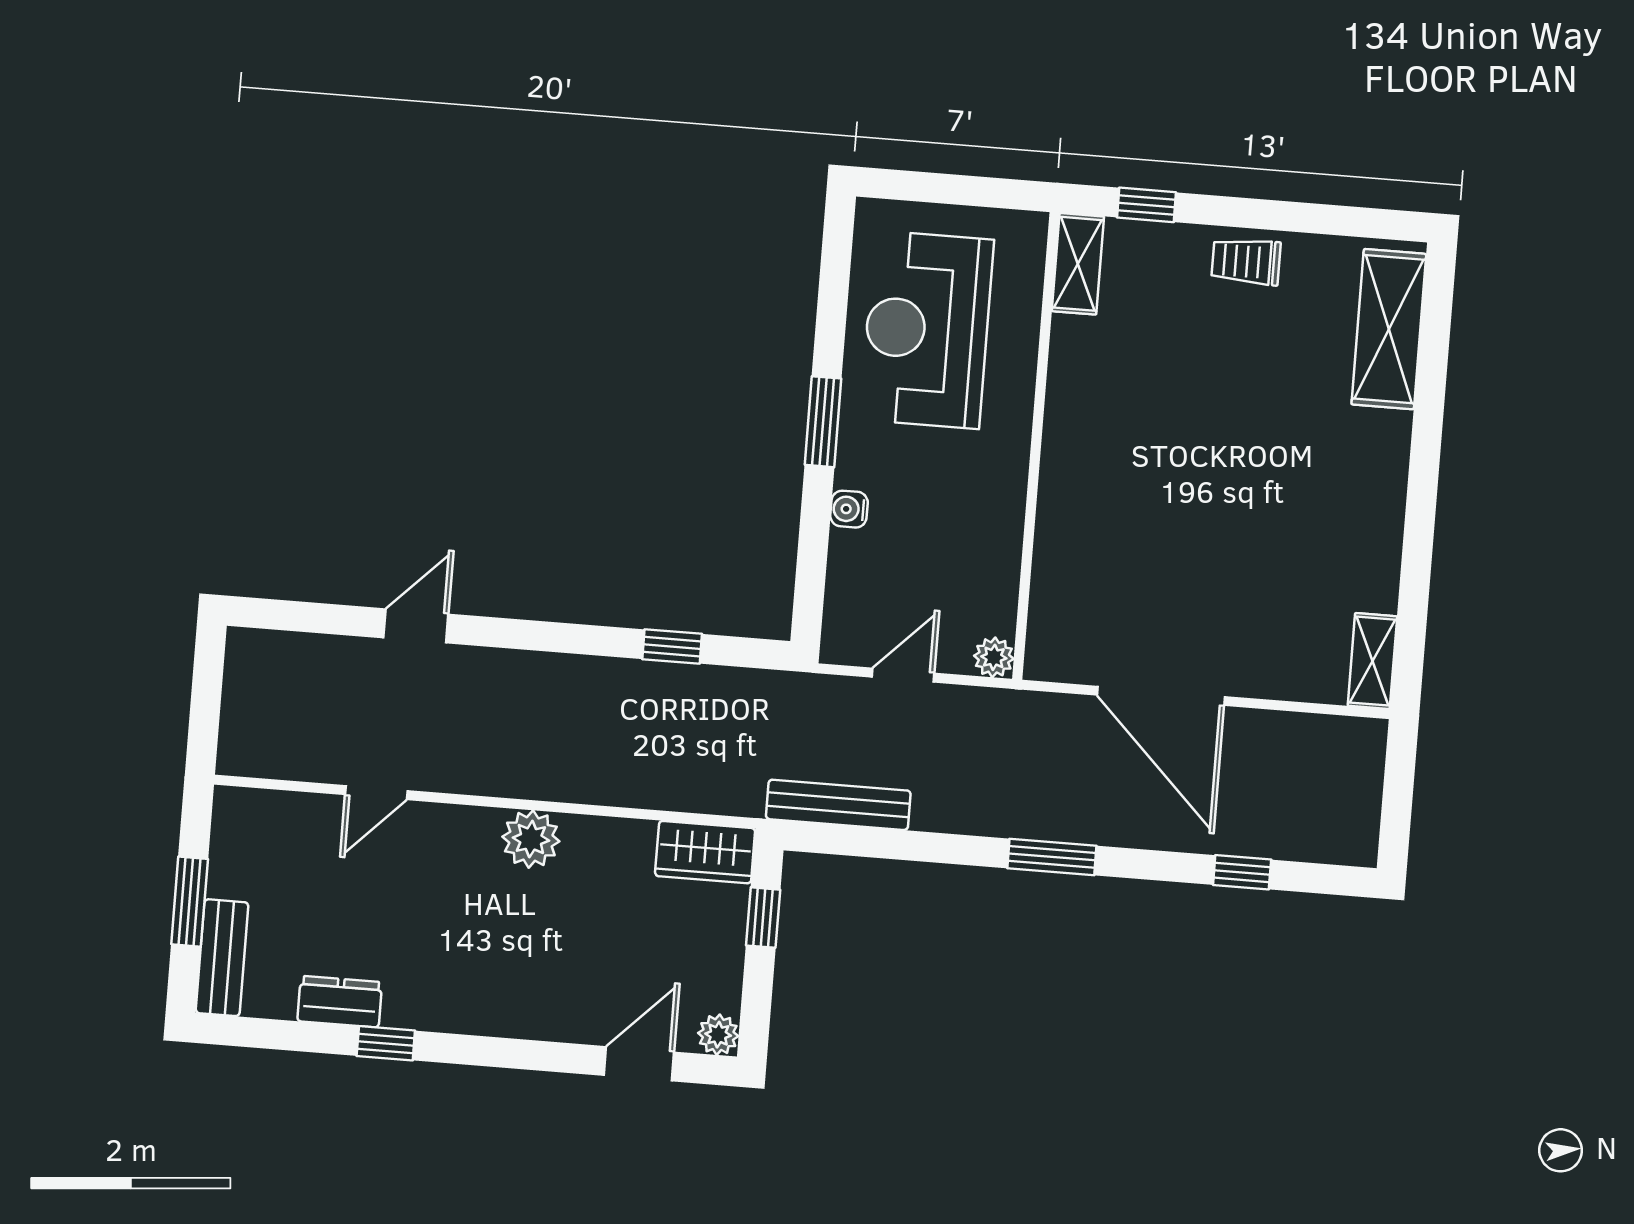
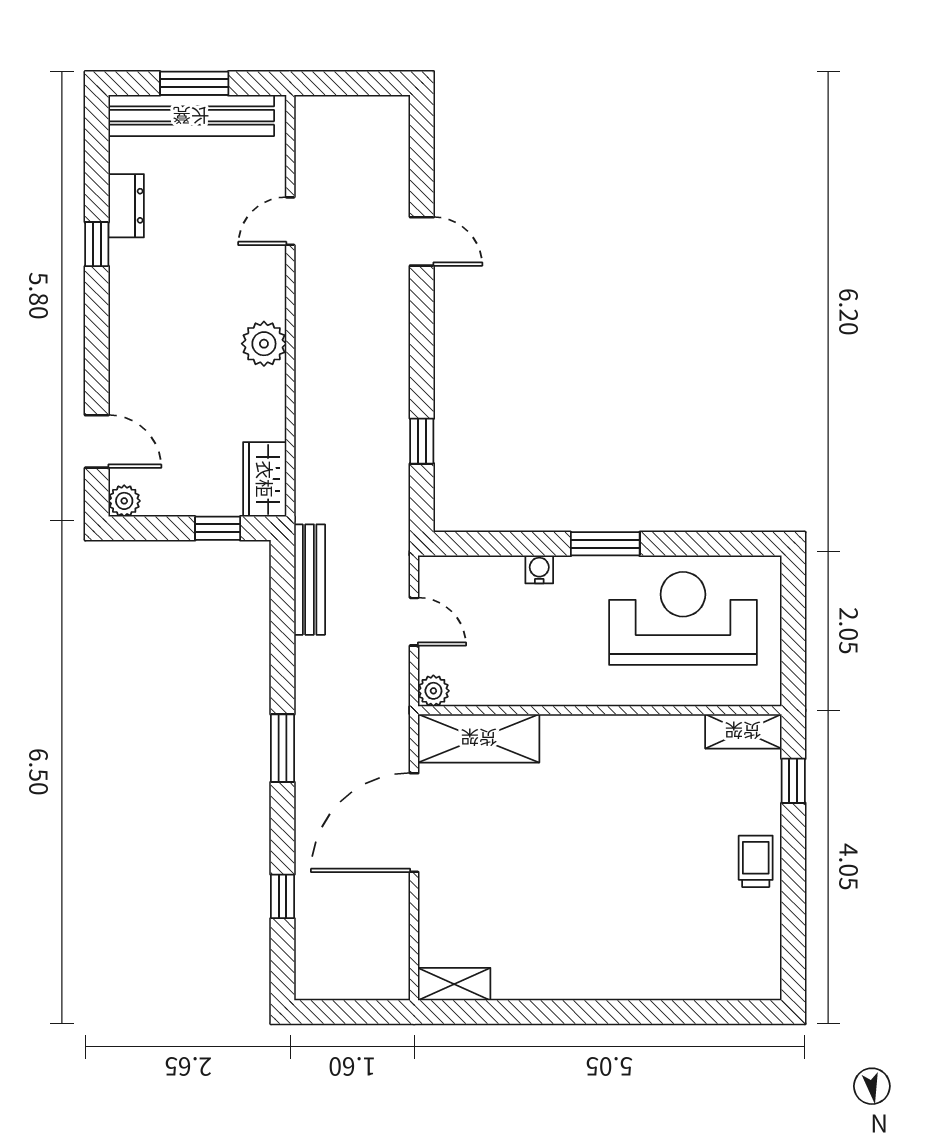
shelving: (1389, 329) -> (479, 738), moved
door: (376, 793) -> (290, 221), hinge flipped
bench: (222, 958) -> (191, 116), width x1.86, depth x1.21

